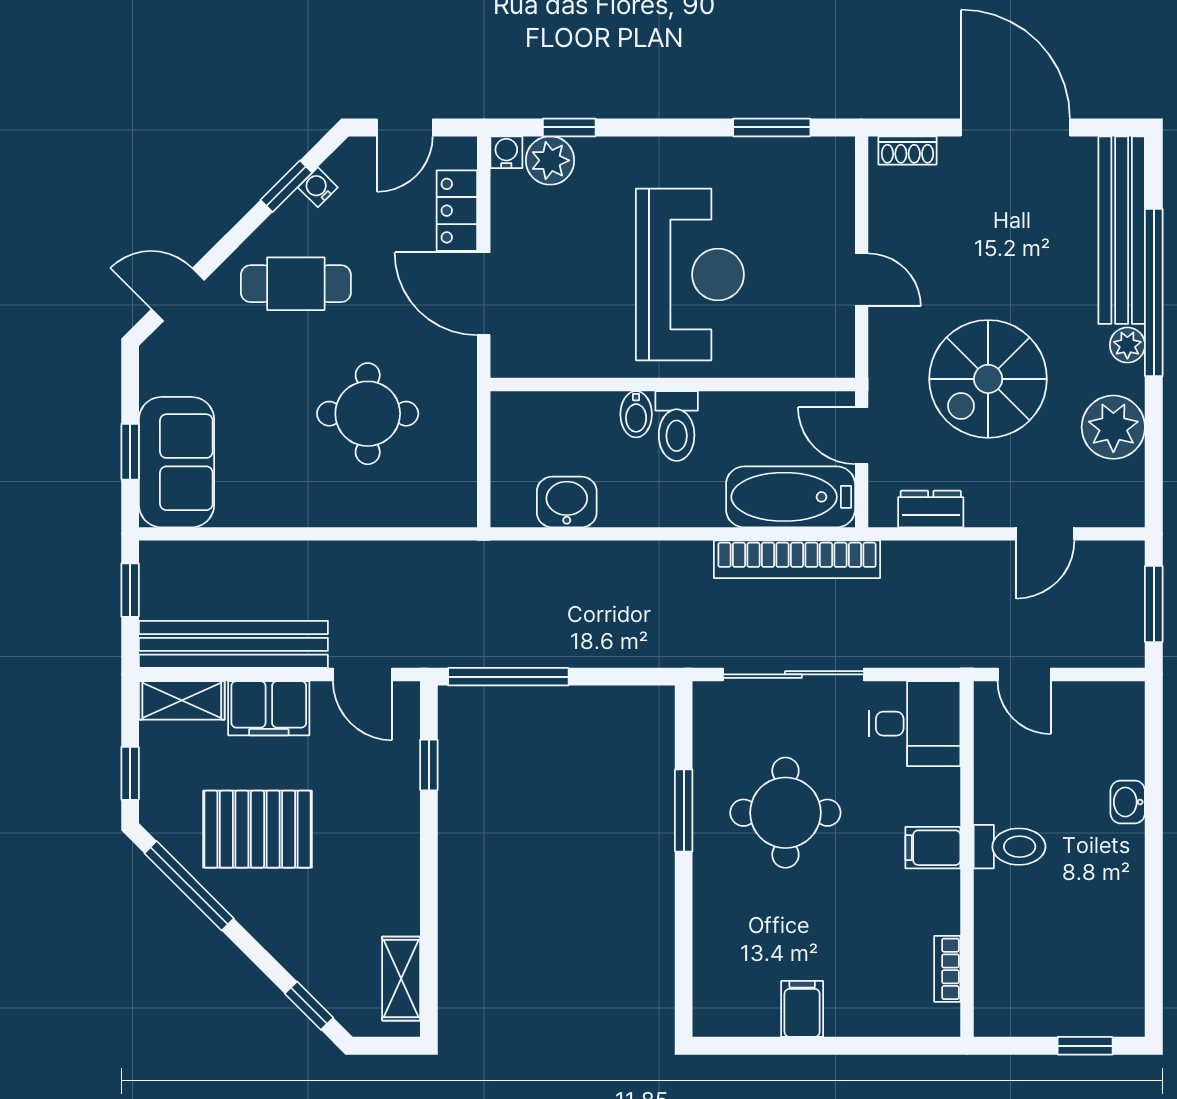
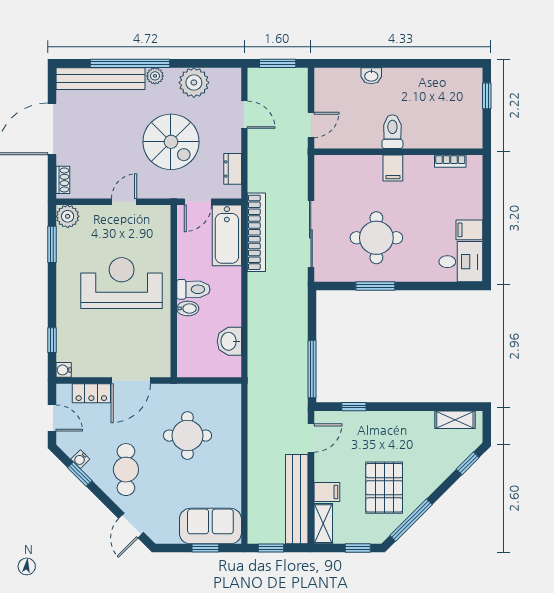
plant: (550, 160) -> (68, 216), moved
filing cabinet: (269, 708) -> (327, 492), width x0.50
desk: (915, 724) -> (461, 262), moved, turned 90

